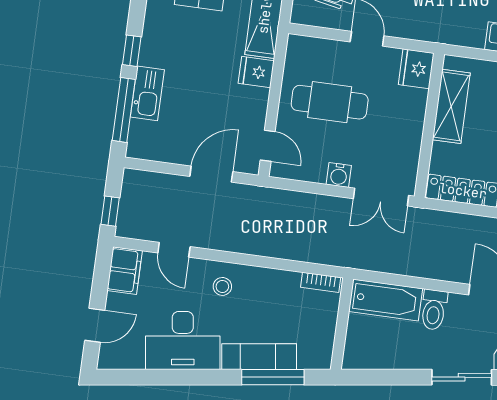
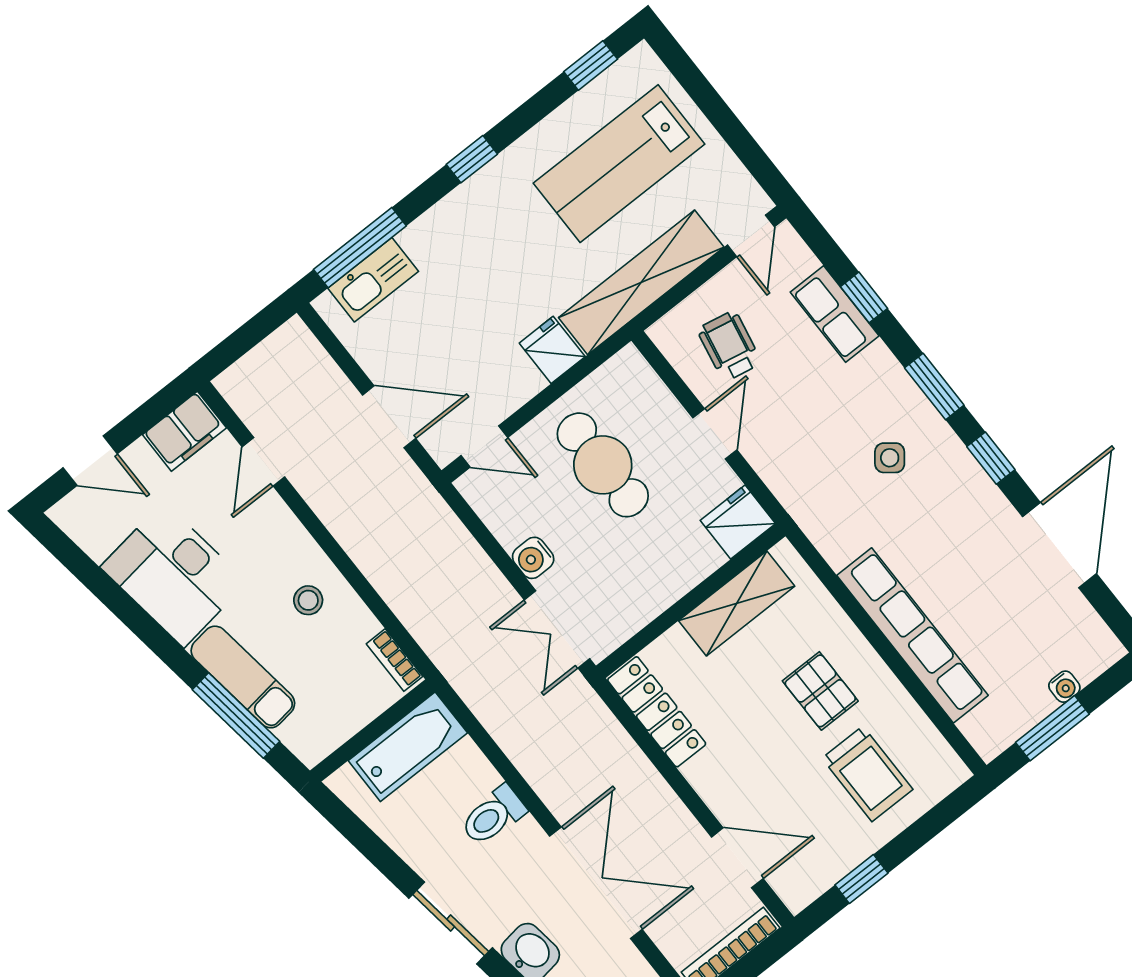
window: (132, 51) -> (472, 159), moved
kitchen sink: (147, 93) -> (373, 280), moved
door: (268, 146) -> (484, 446), hinge flipped
window: (110, 211) -> (233, 348), removed
stool: (222, 286) -> (308, 600), moved
bathtub: (386, 300) -> (408, 747), moved, turned -90

